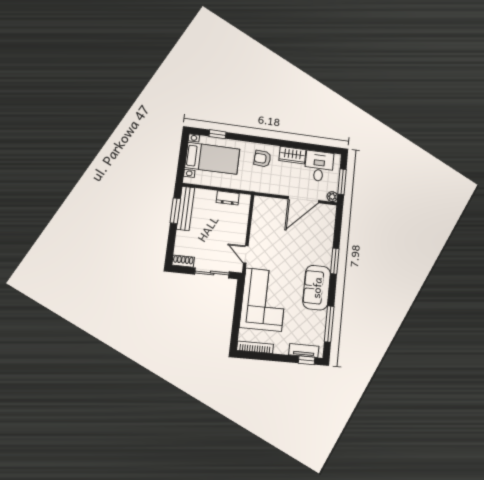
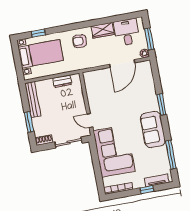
window: (175, 211) -> (29, 122), moved
window: (307, 360) -> (147, 190), moved

